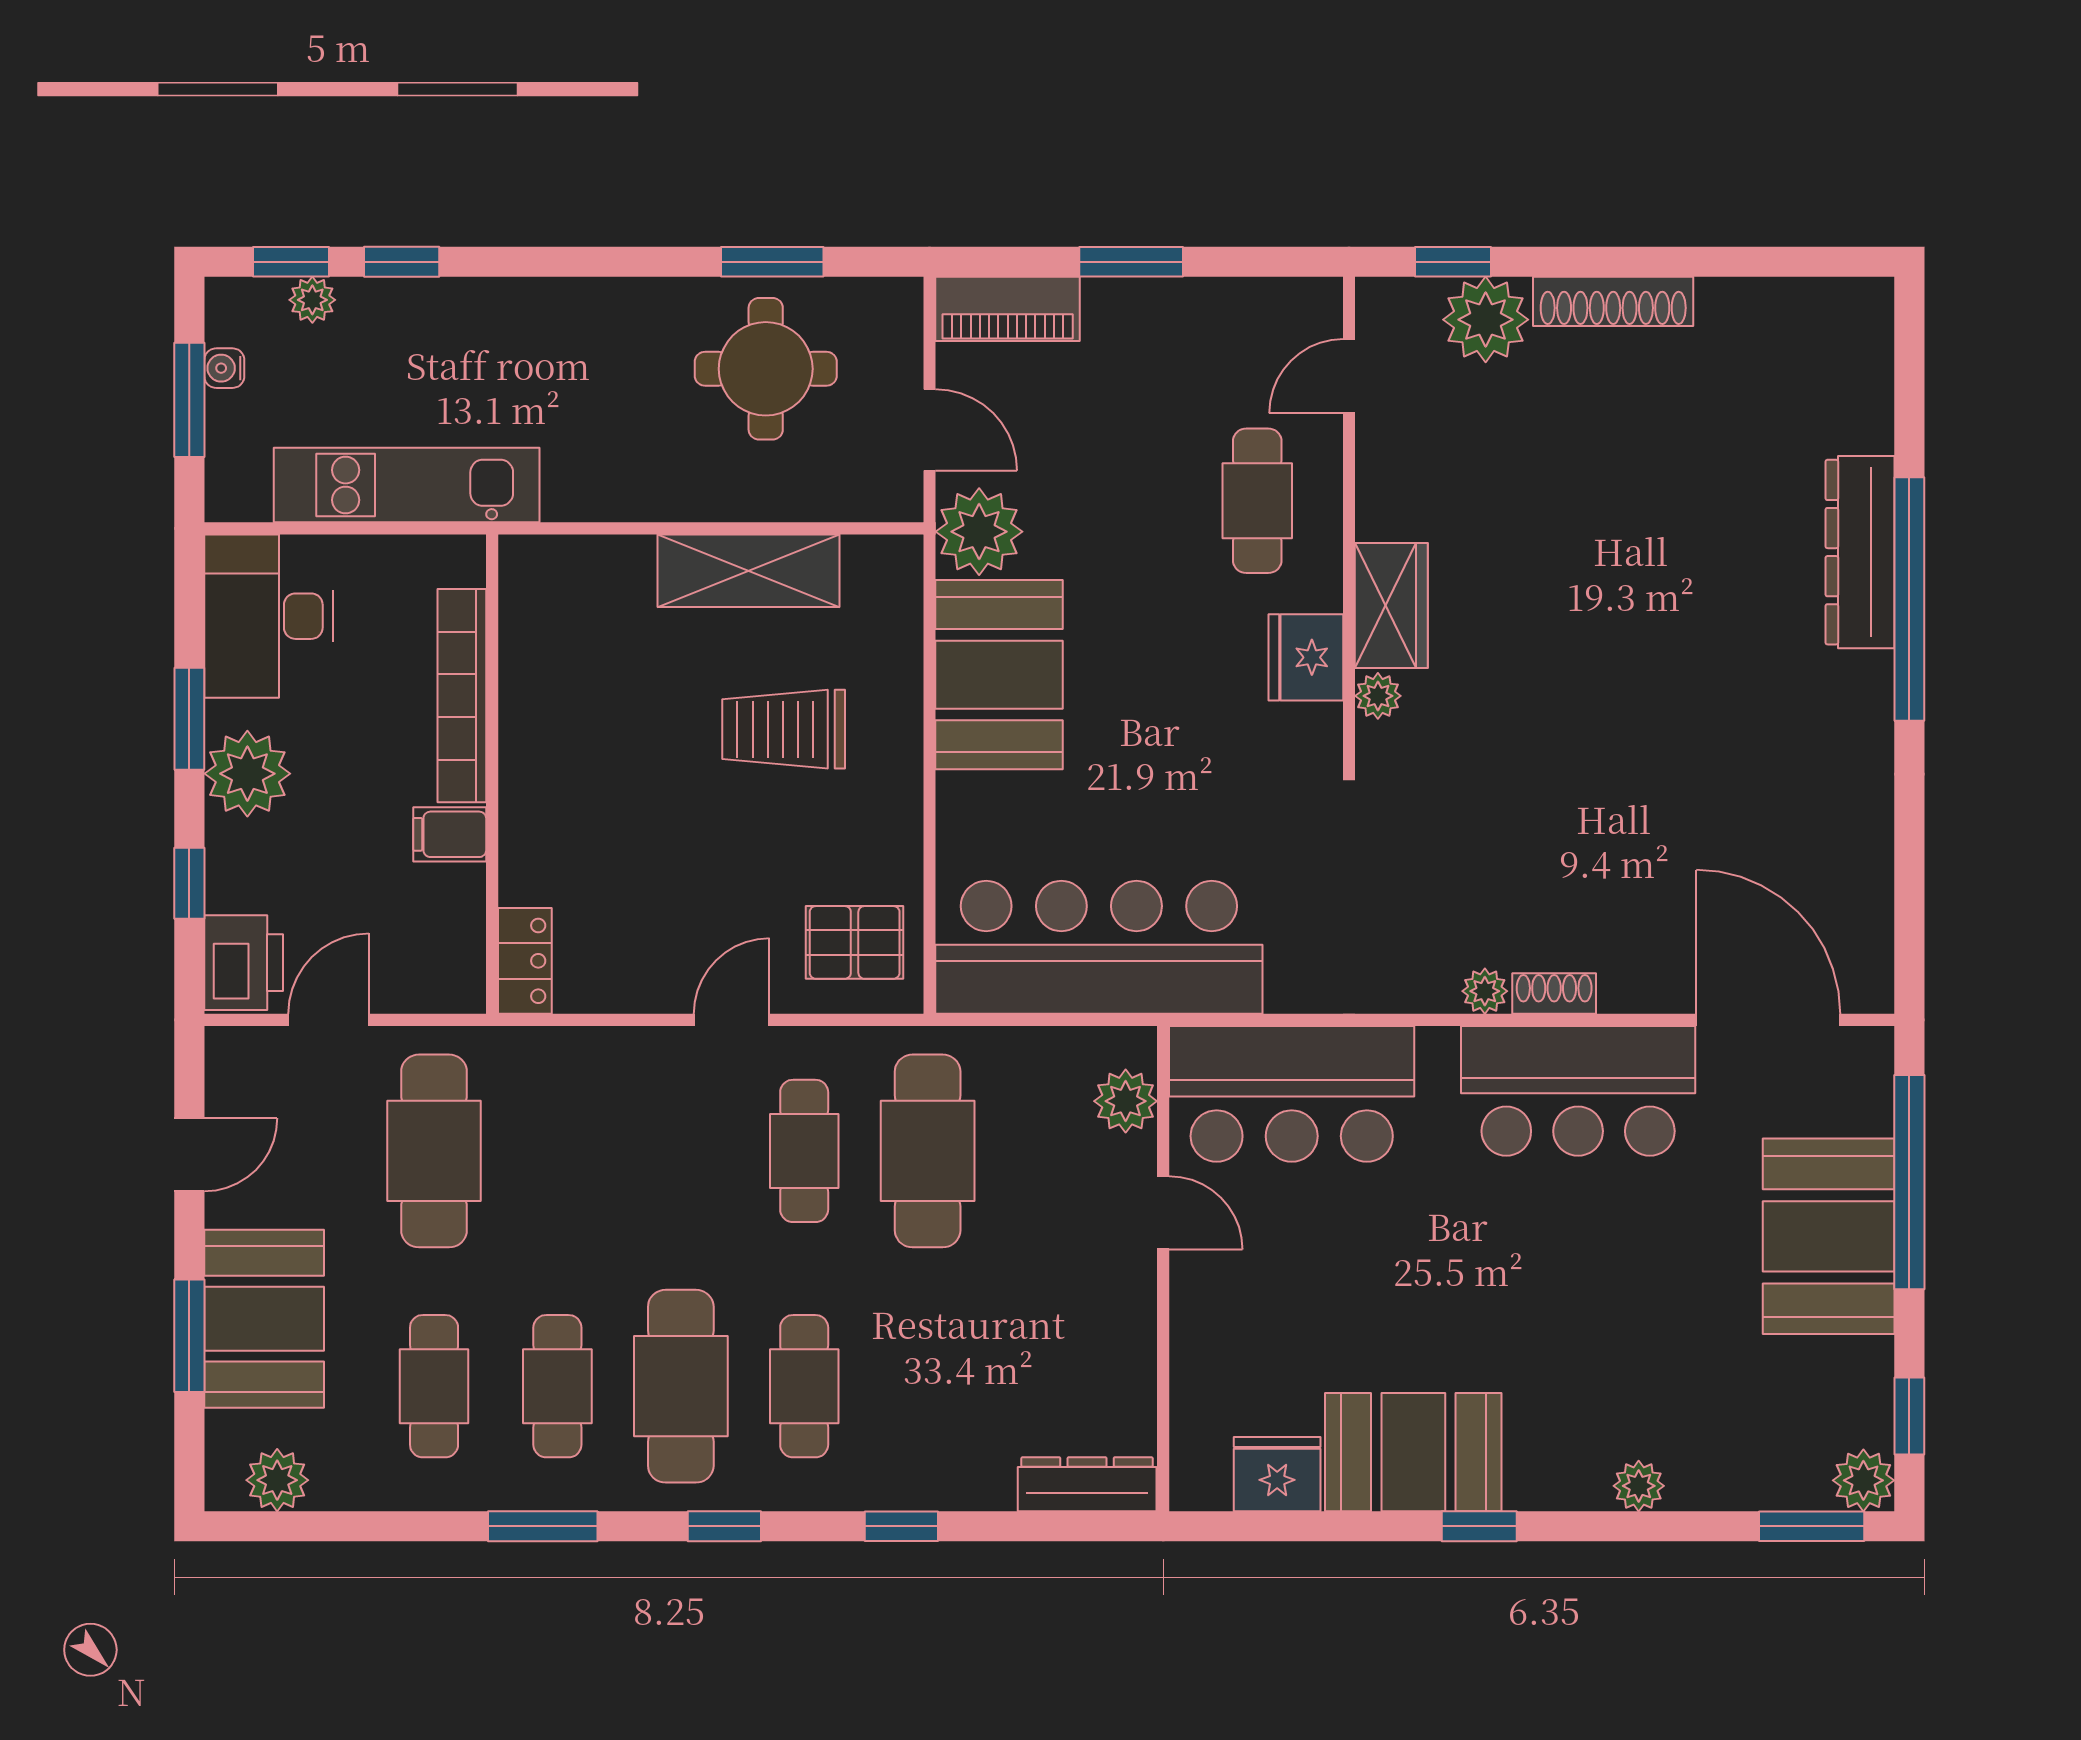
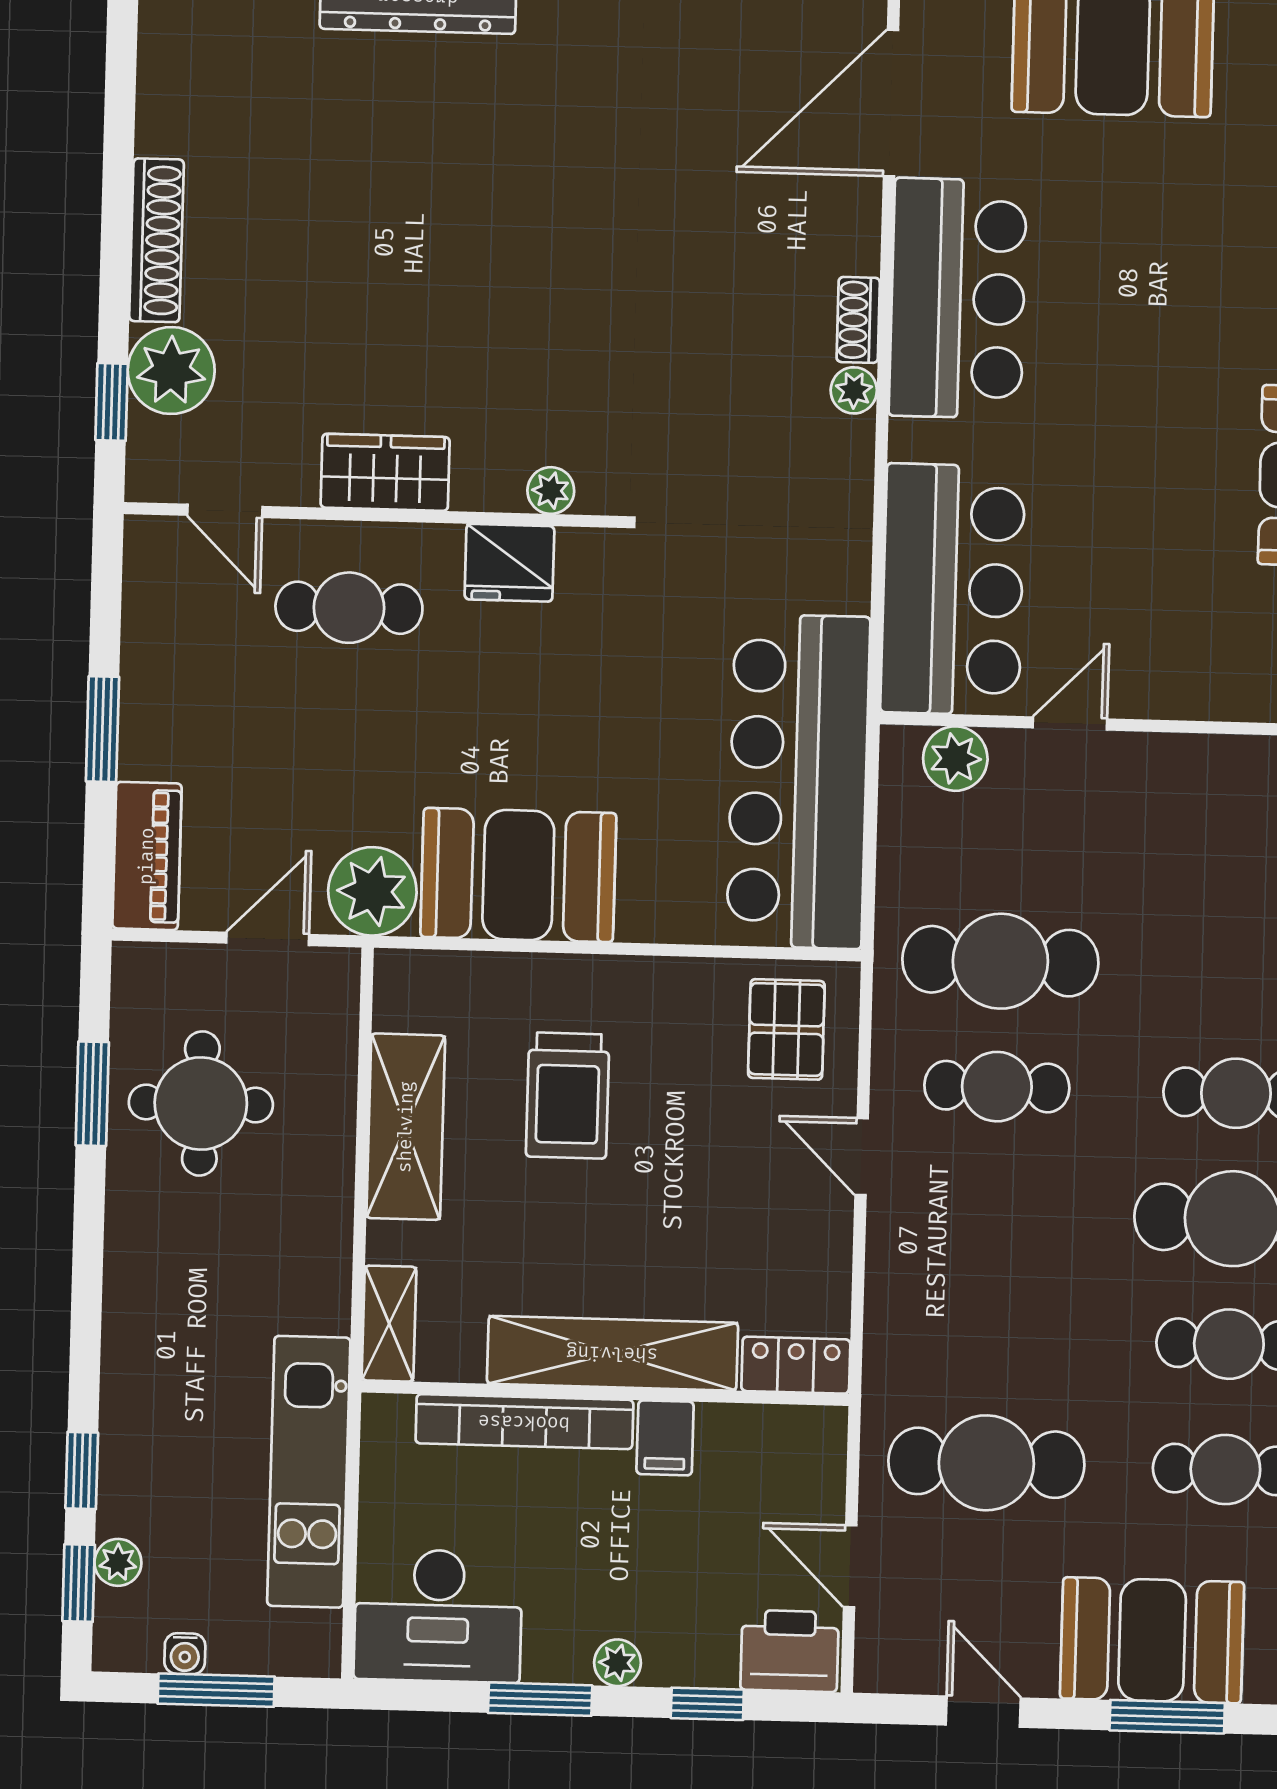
shelving: (555, 560) -> (389, 1324), added
wardrobe: (1391, 606) -> (385, 472), moved
plant: (247, 774) -> (618, 1663), width x0.53, depth x0.53
shelving: (531, 780) -> (612, 1353), added

